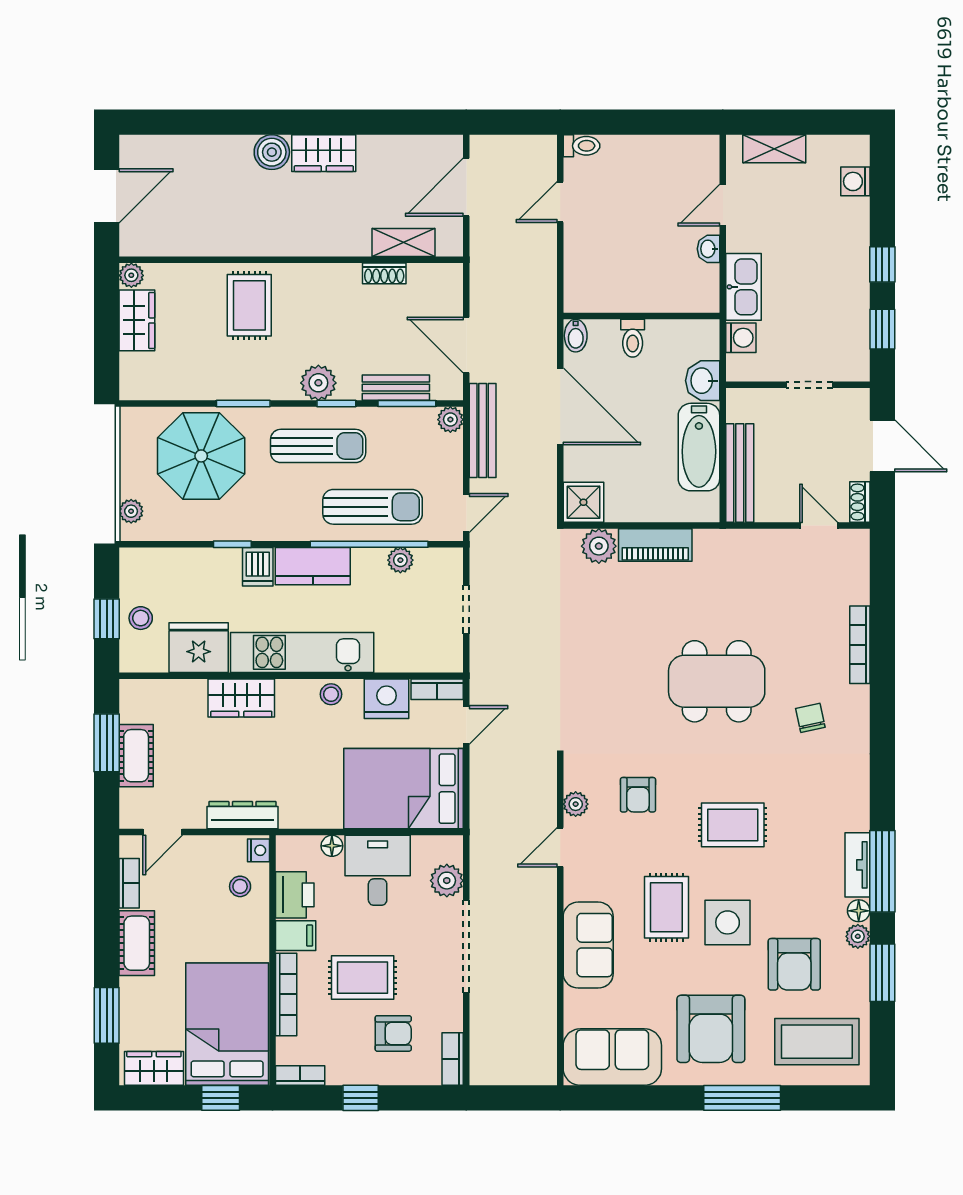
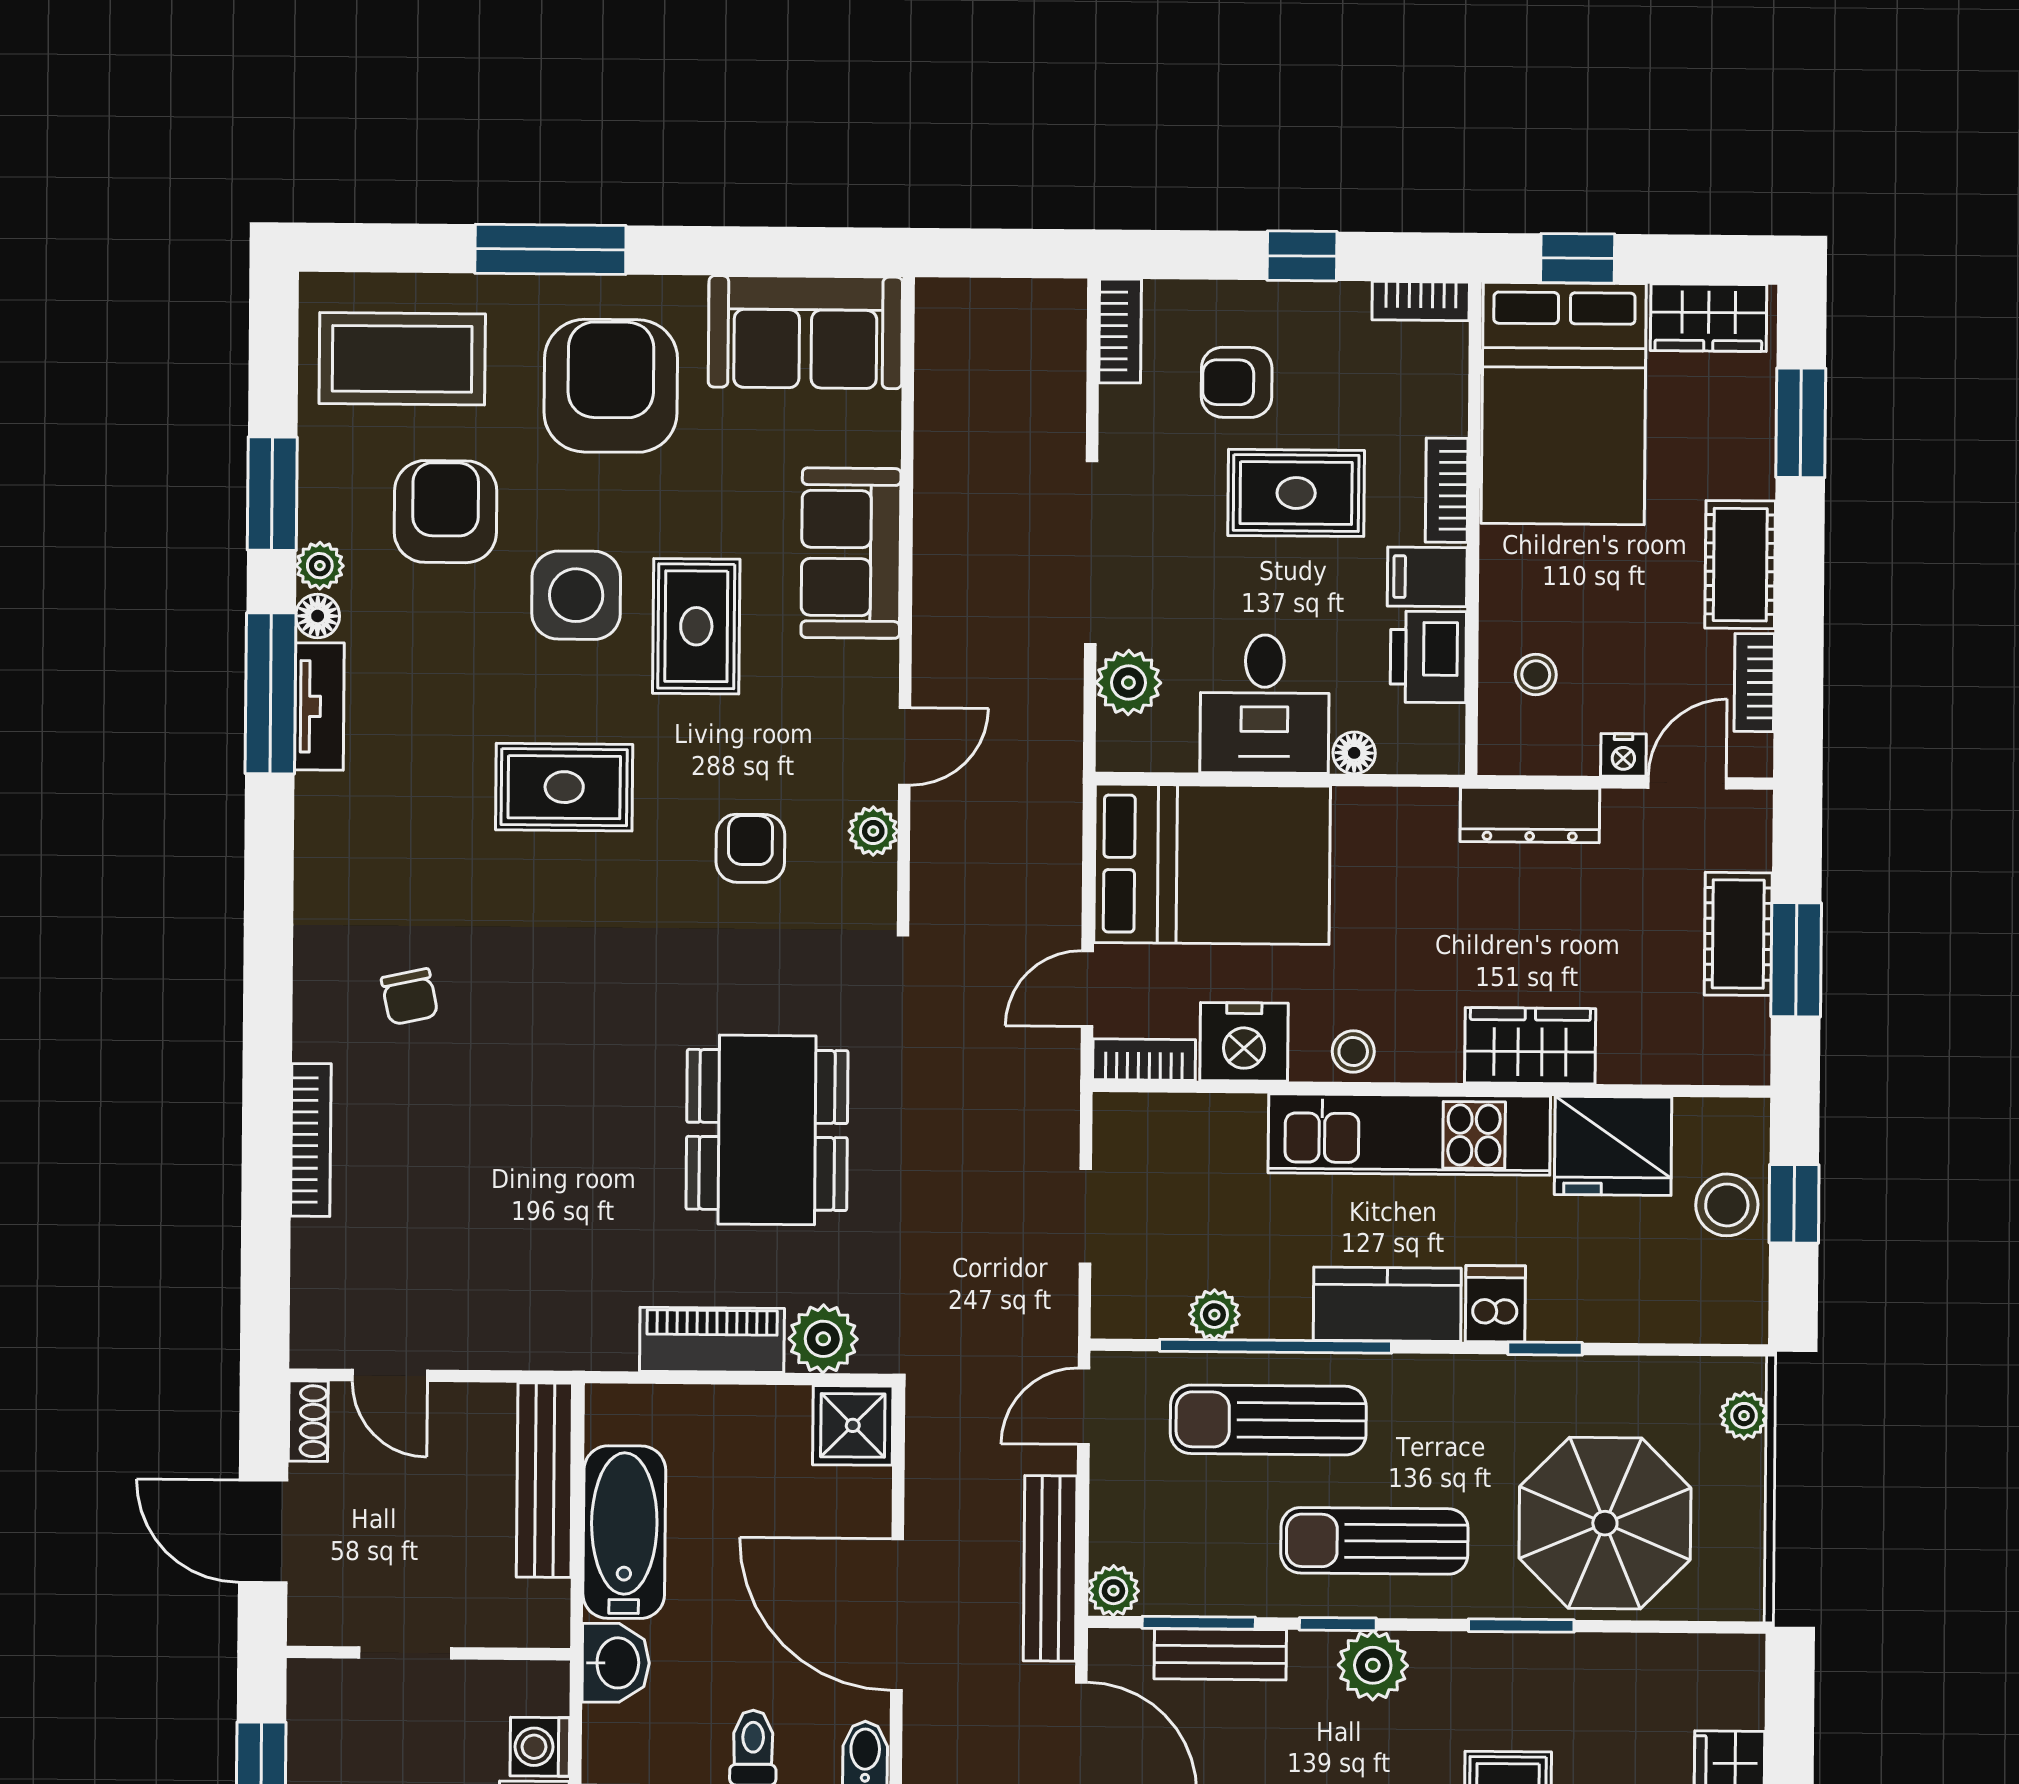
stool: (141, 618) -> (1727, 1205), width x1.37, depth x1.37
dining table: (717, 681) -> (767, 1130), moved, turned 90
nightstand: (258, 850) -> (1623, 755), moved, turned -90
bookcase: (286, 994) -> (1447, 490), width x0.64

